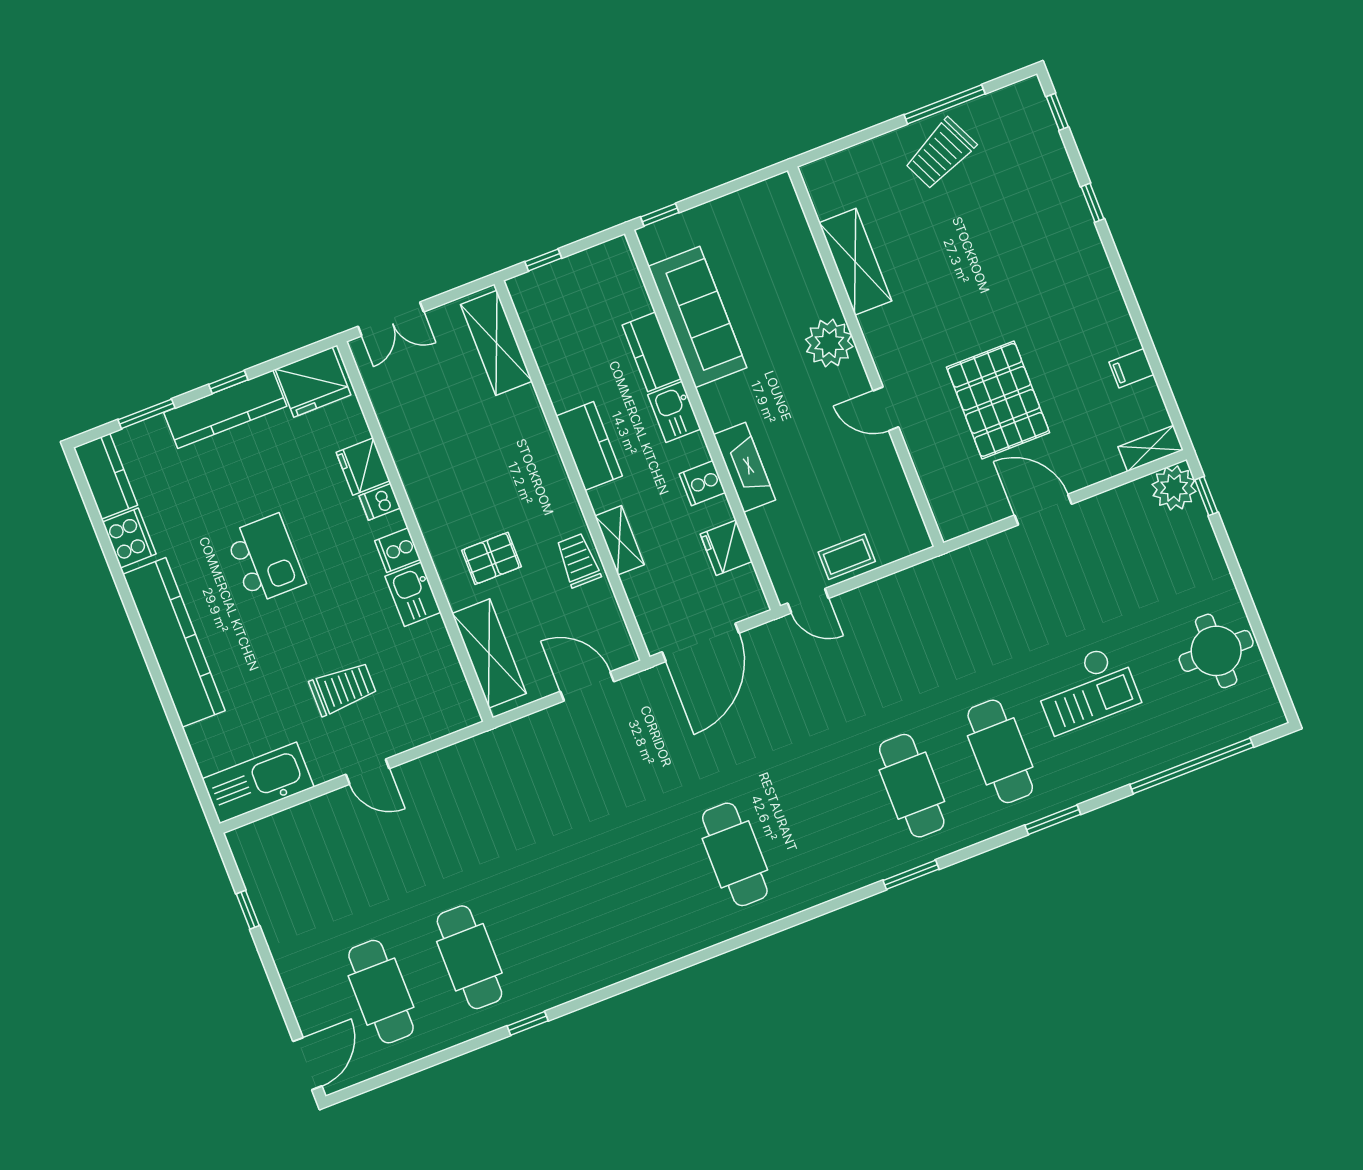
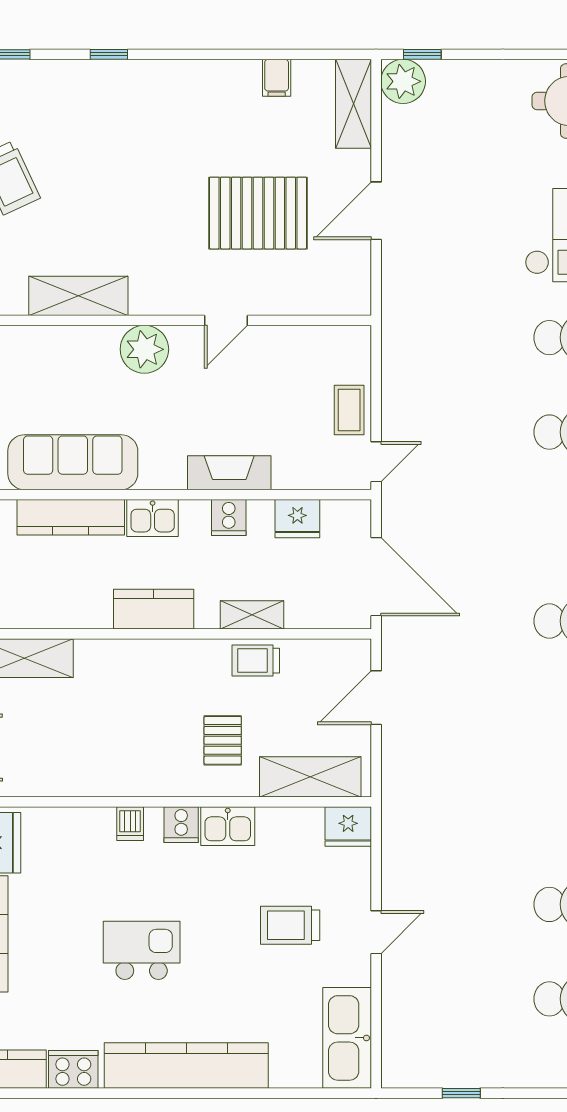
kitchen counter: (652, 352) -> (71, 517), width x1.50
shelving: (1151, 448) -> (353, 104), width x1.50, depth x1.33
fridge: (363, 466) -> (348, 826), moved
trolley: (343, 689) -> (290, 925), turned -90

